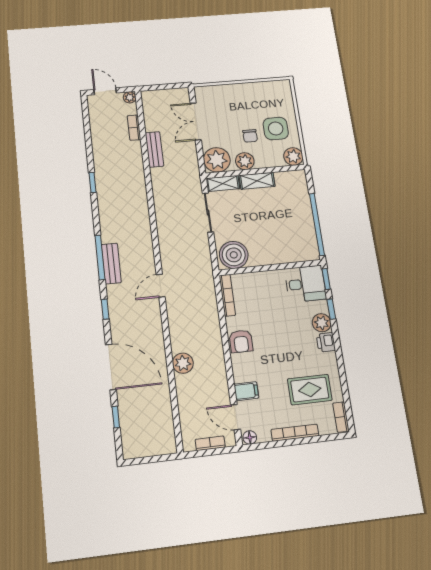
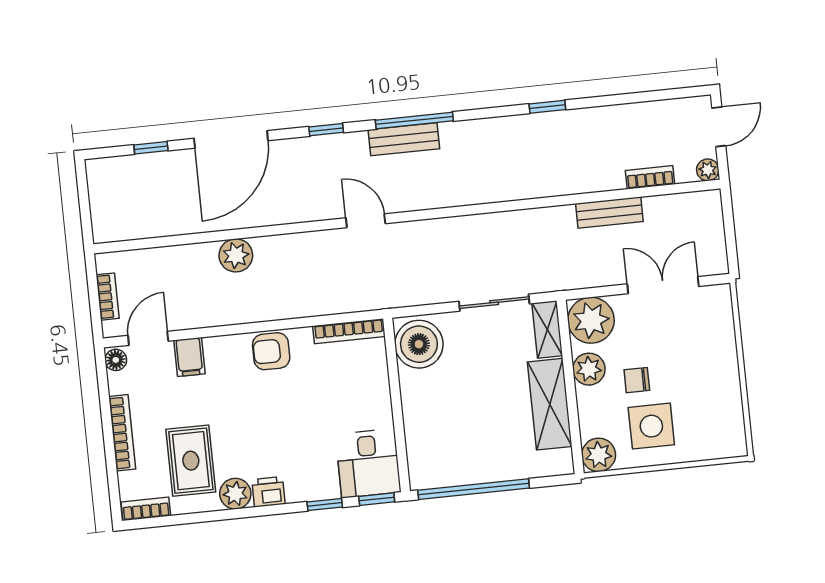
shelving: (257, 181) -> (550, 404), width x1.50, depth x1.33
plant: (322, 323) -> (235, 494), moved

